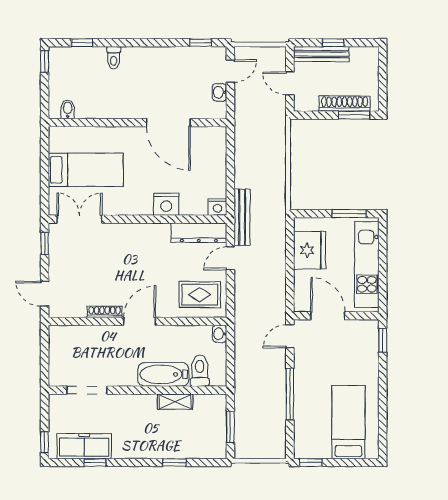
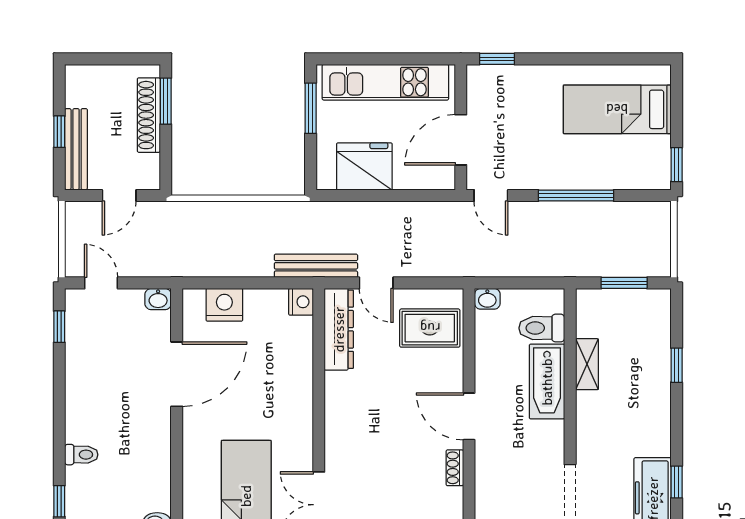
washbasin: (219, 92) -> (158, 299), moved
nightstand: (166, 204) -> (224, 305), moved, turned -90
rug: (200, 295) -> (430, 328), turned 90
shoe rack: (105, 312) -> (455, 468), width x0.70

